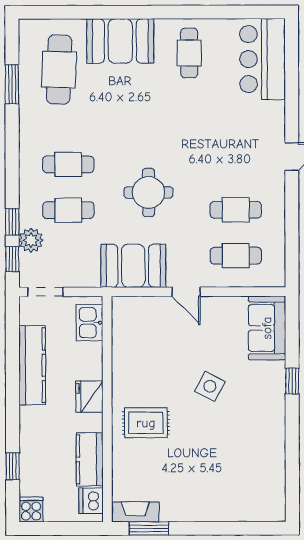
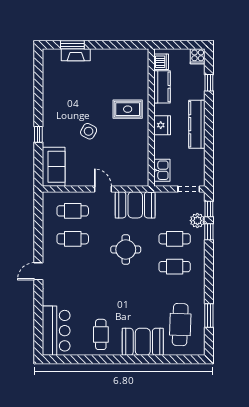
kitchen counter: (32, 365) -> (197, 124), moved
fireplace: (135, 512) -> (76, 55), moved
window: (149, 528) -> (72, 45), moved

